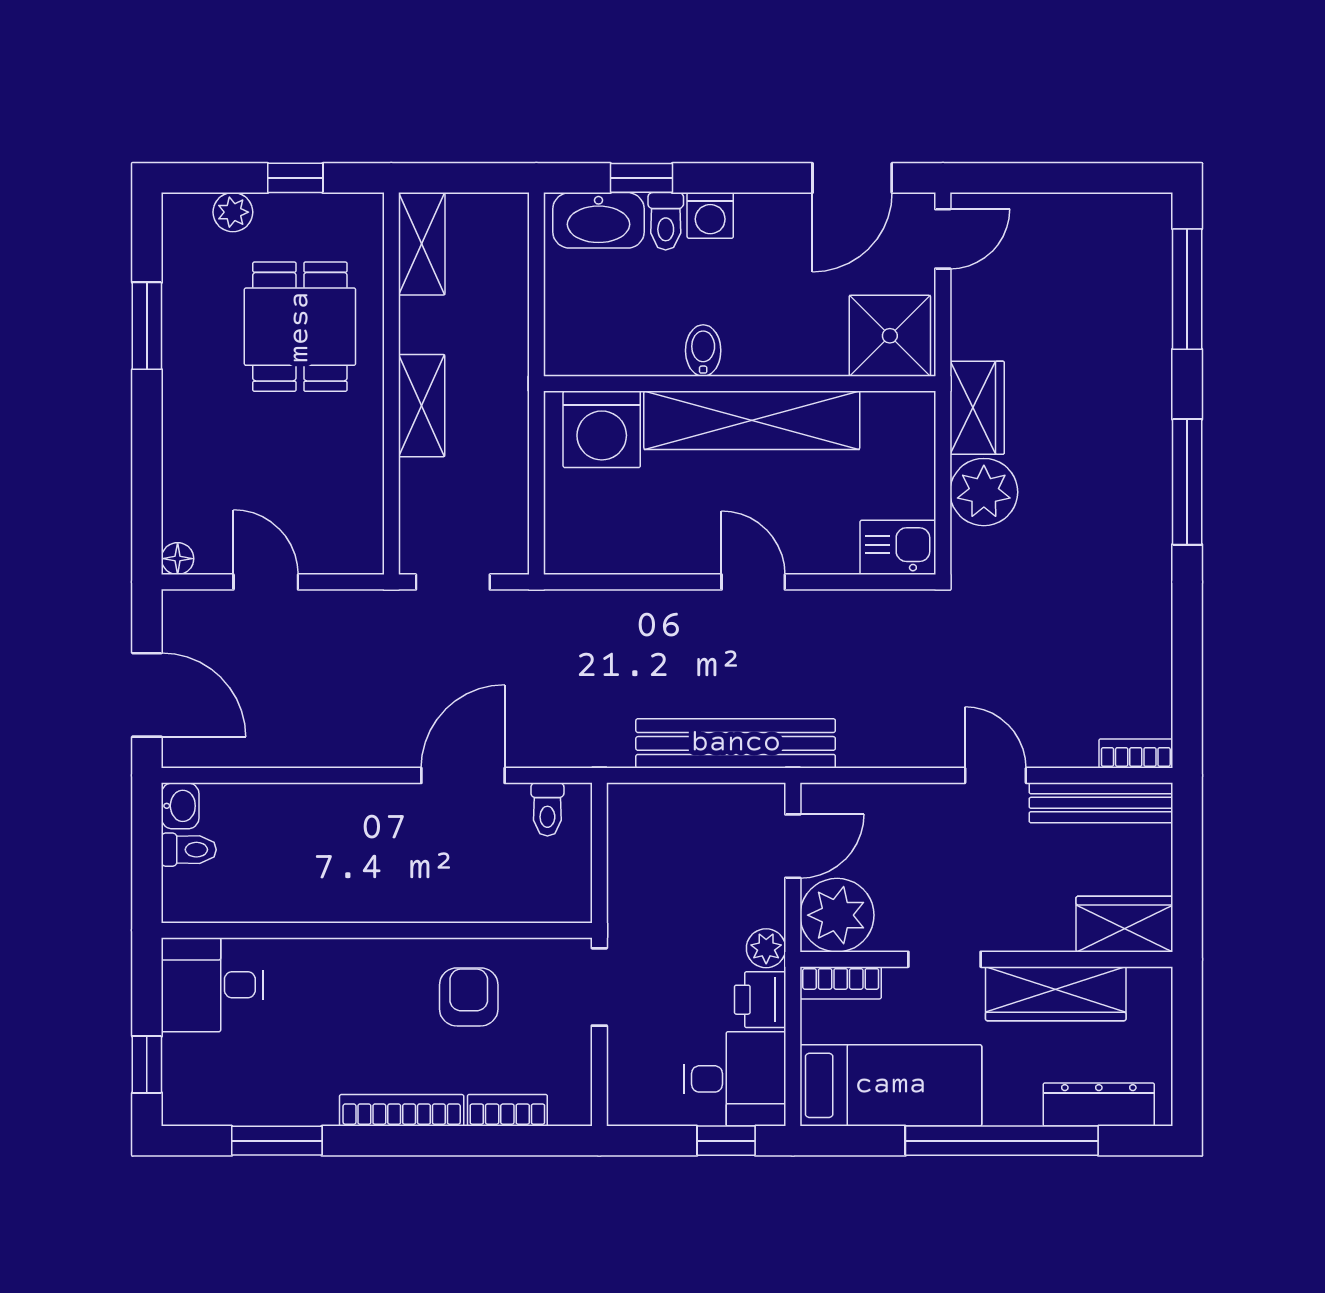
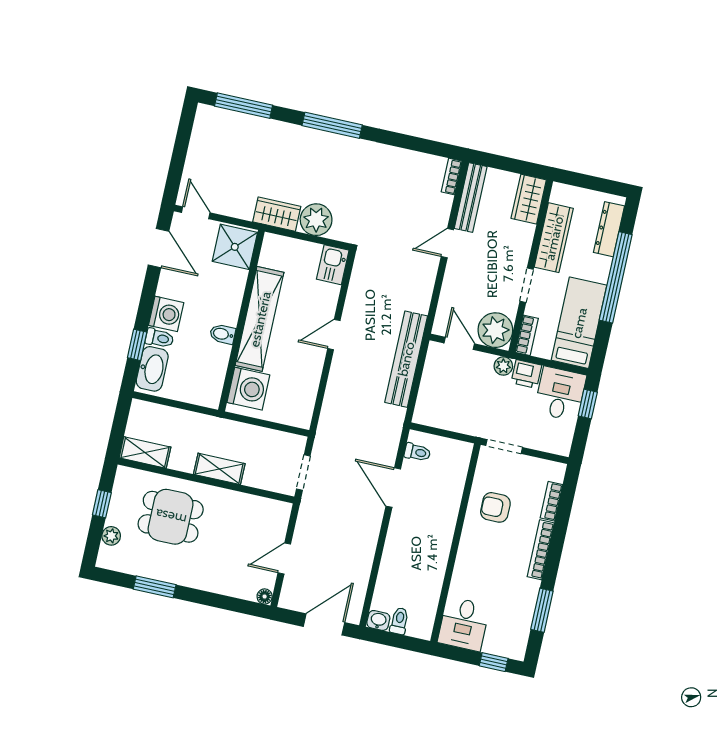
washing machine: (710, 215) -> (166, 314), width x1.38, depth x1.38

